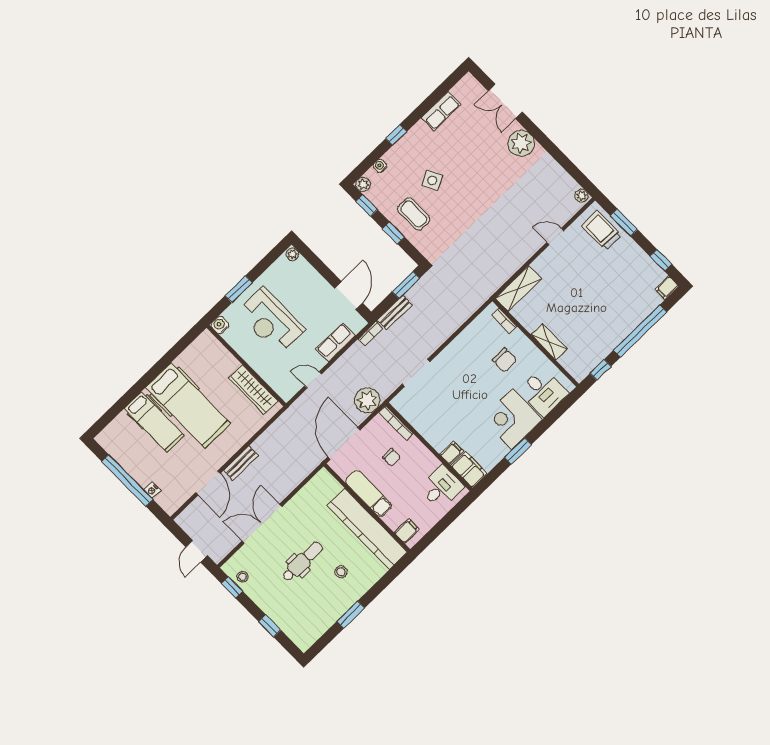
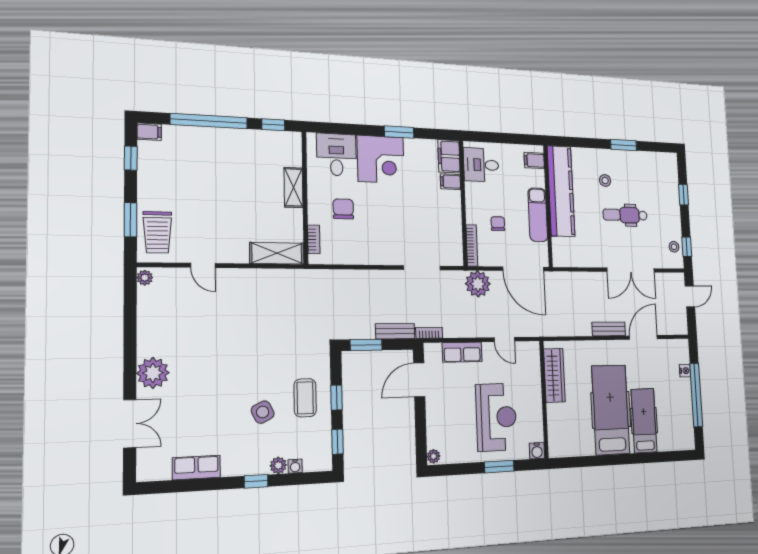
plant: (363, 184) -> (278, 465), moved
door: (344, 443) -> (523, 269), hinge flipped

